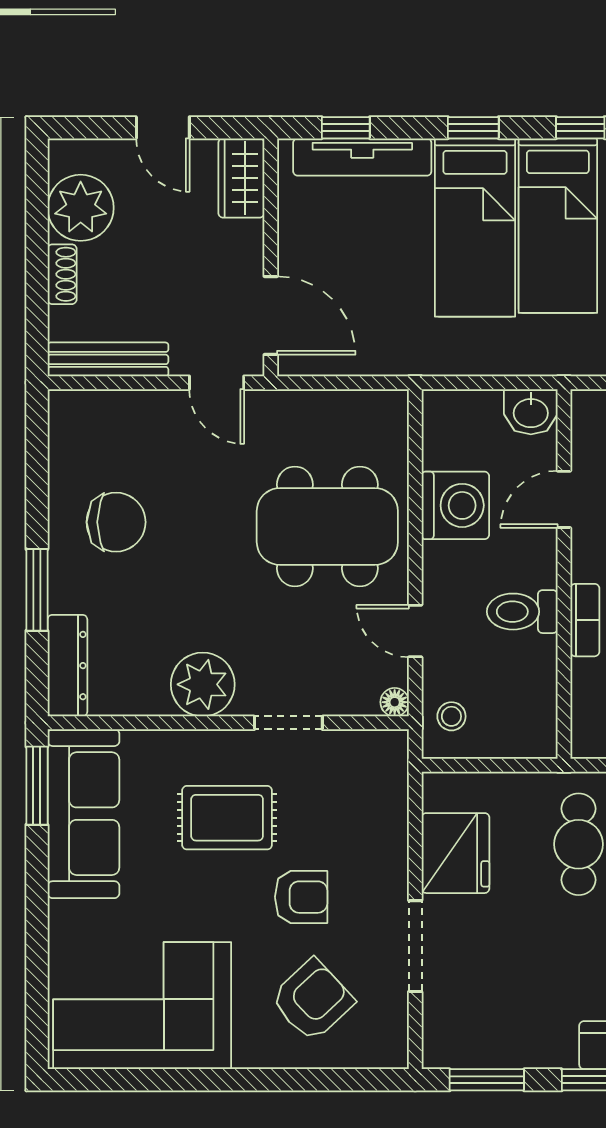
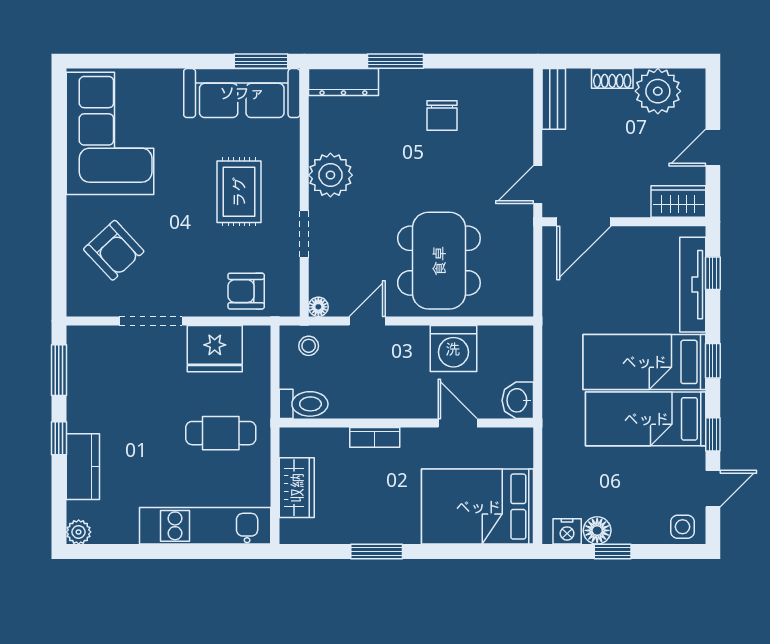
bench: (108, 359) -> (554, 99), width x0.73
chair: (116, 522) -> (442, 115), width x0.73, depth x0.73
toilet: (522, 612) -> (304, 404), moved, turned 90
armchair: (301, 897) -> (246, 291), moved, turned 90

